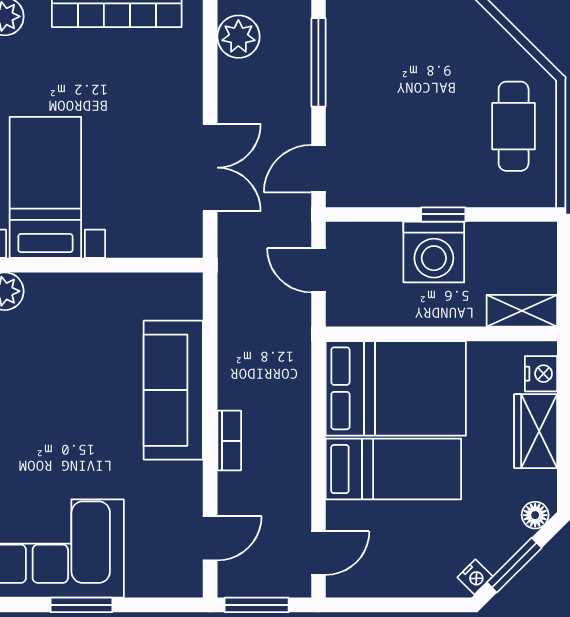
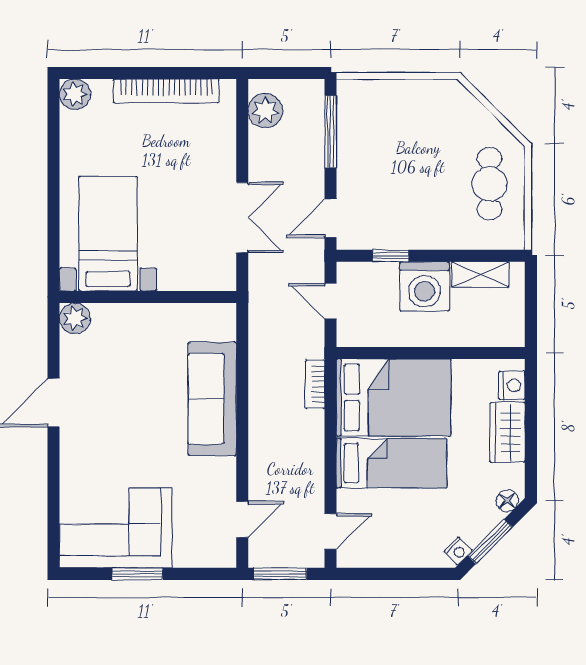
window: (443, 214) -> (391, 256), moved
shelving: (522, 311) -> (480, 275), moved
bookcase: (229, 441) -> (315, 384), moved, turned 180

